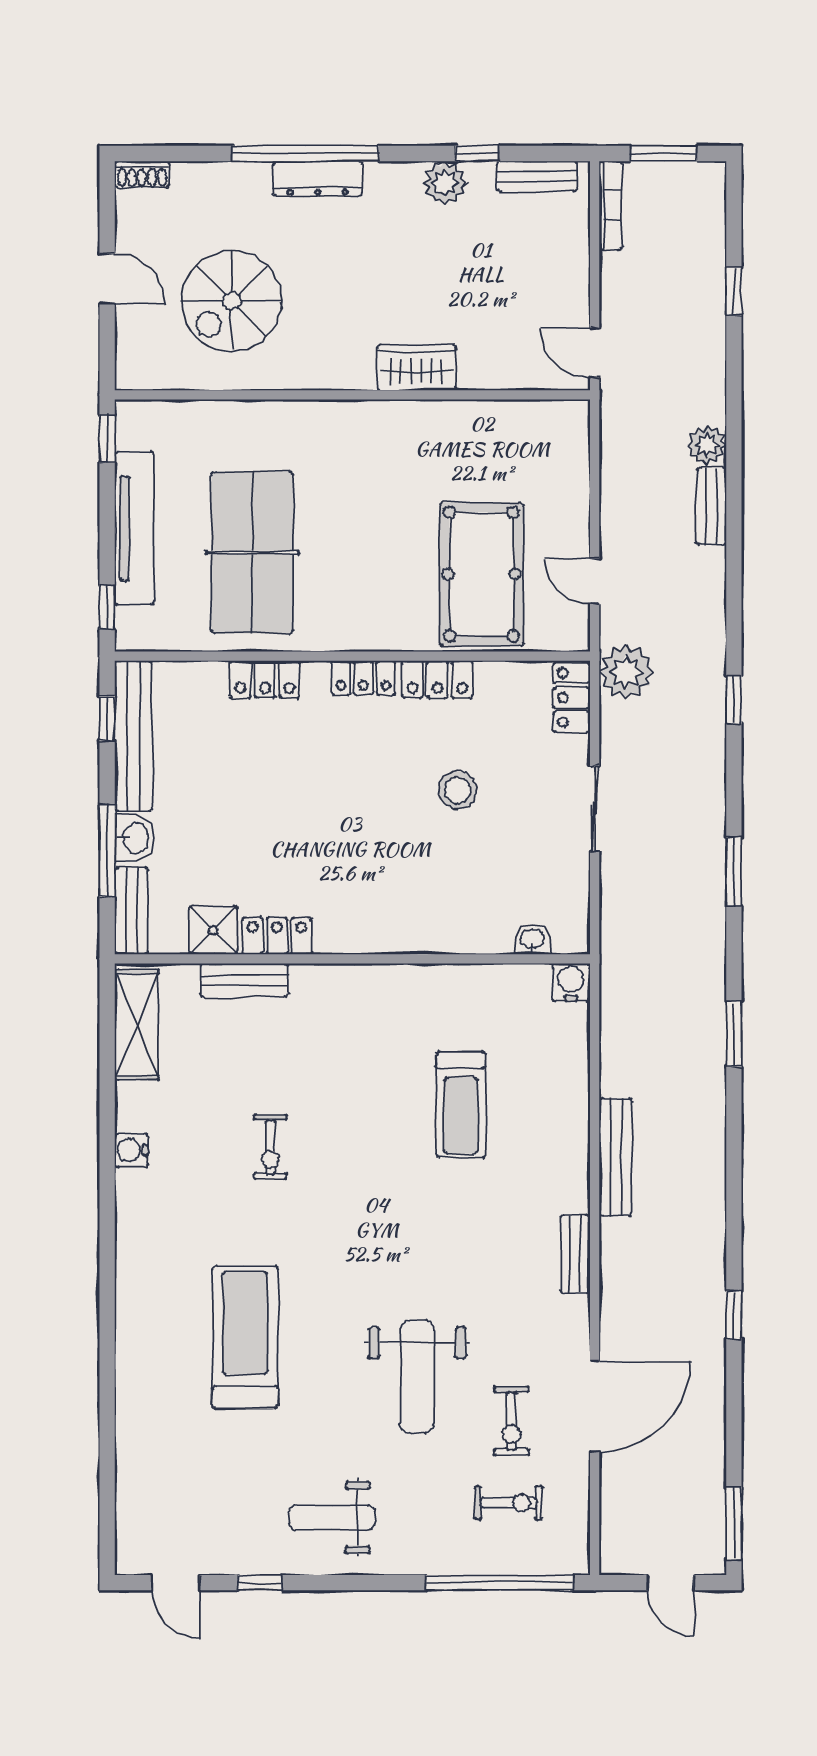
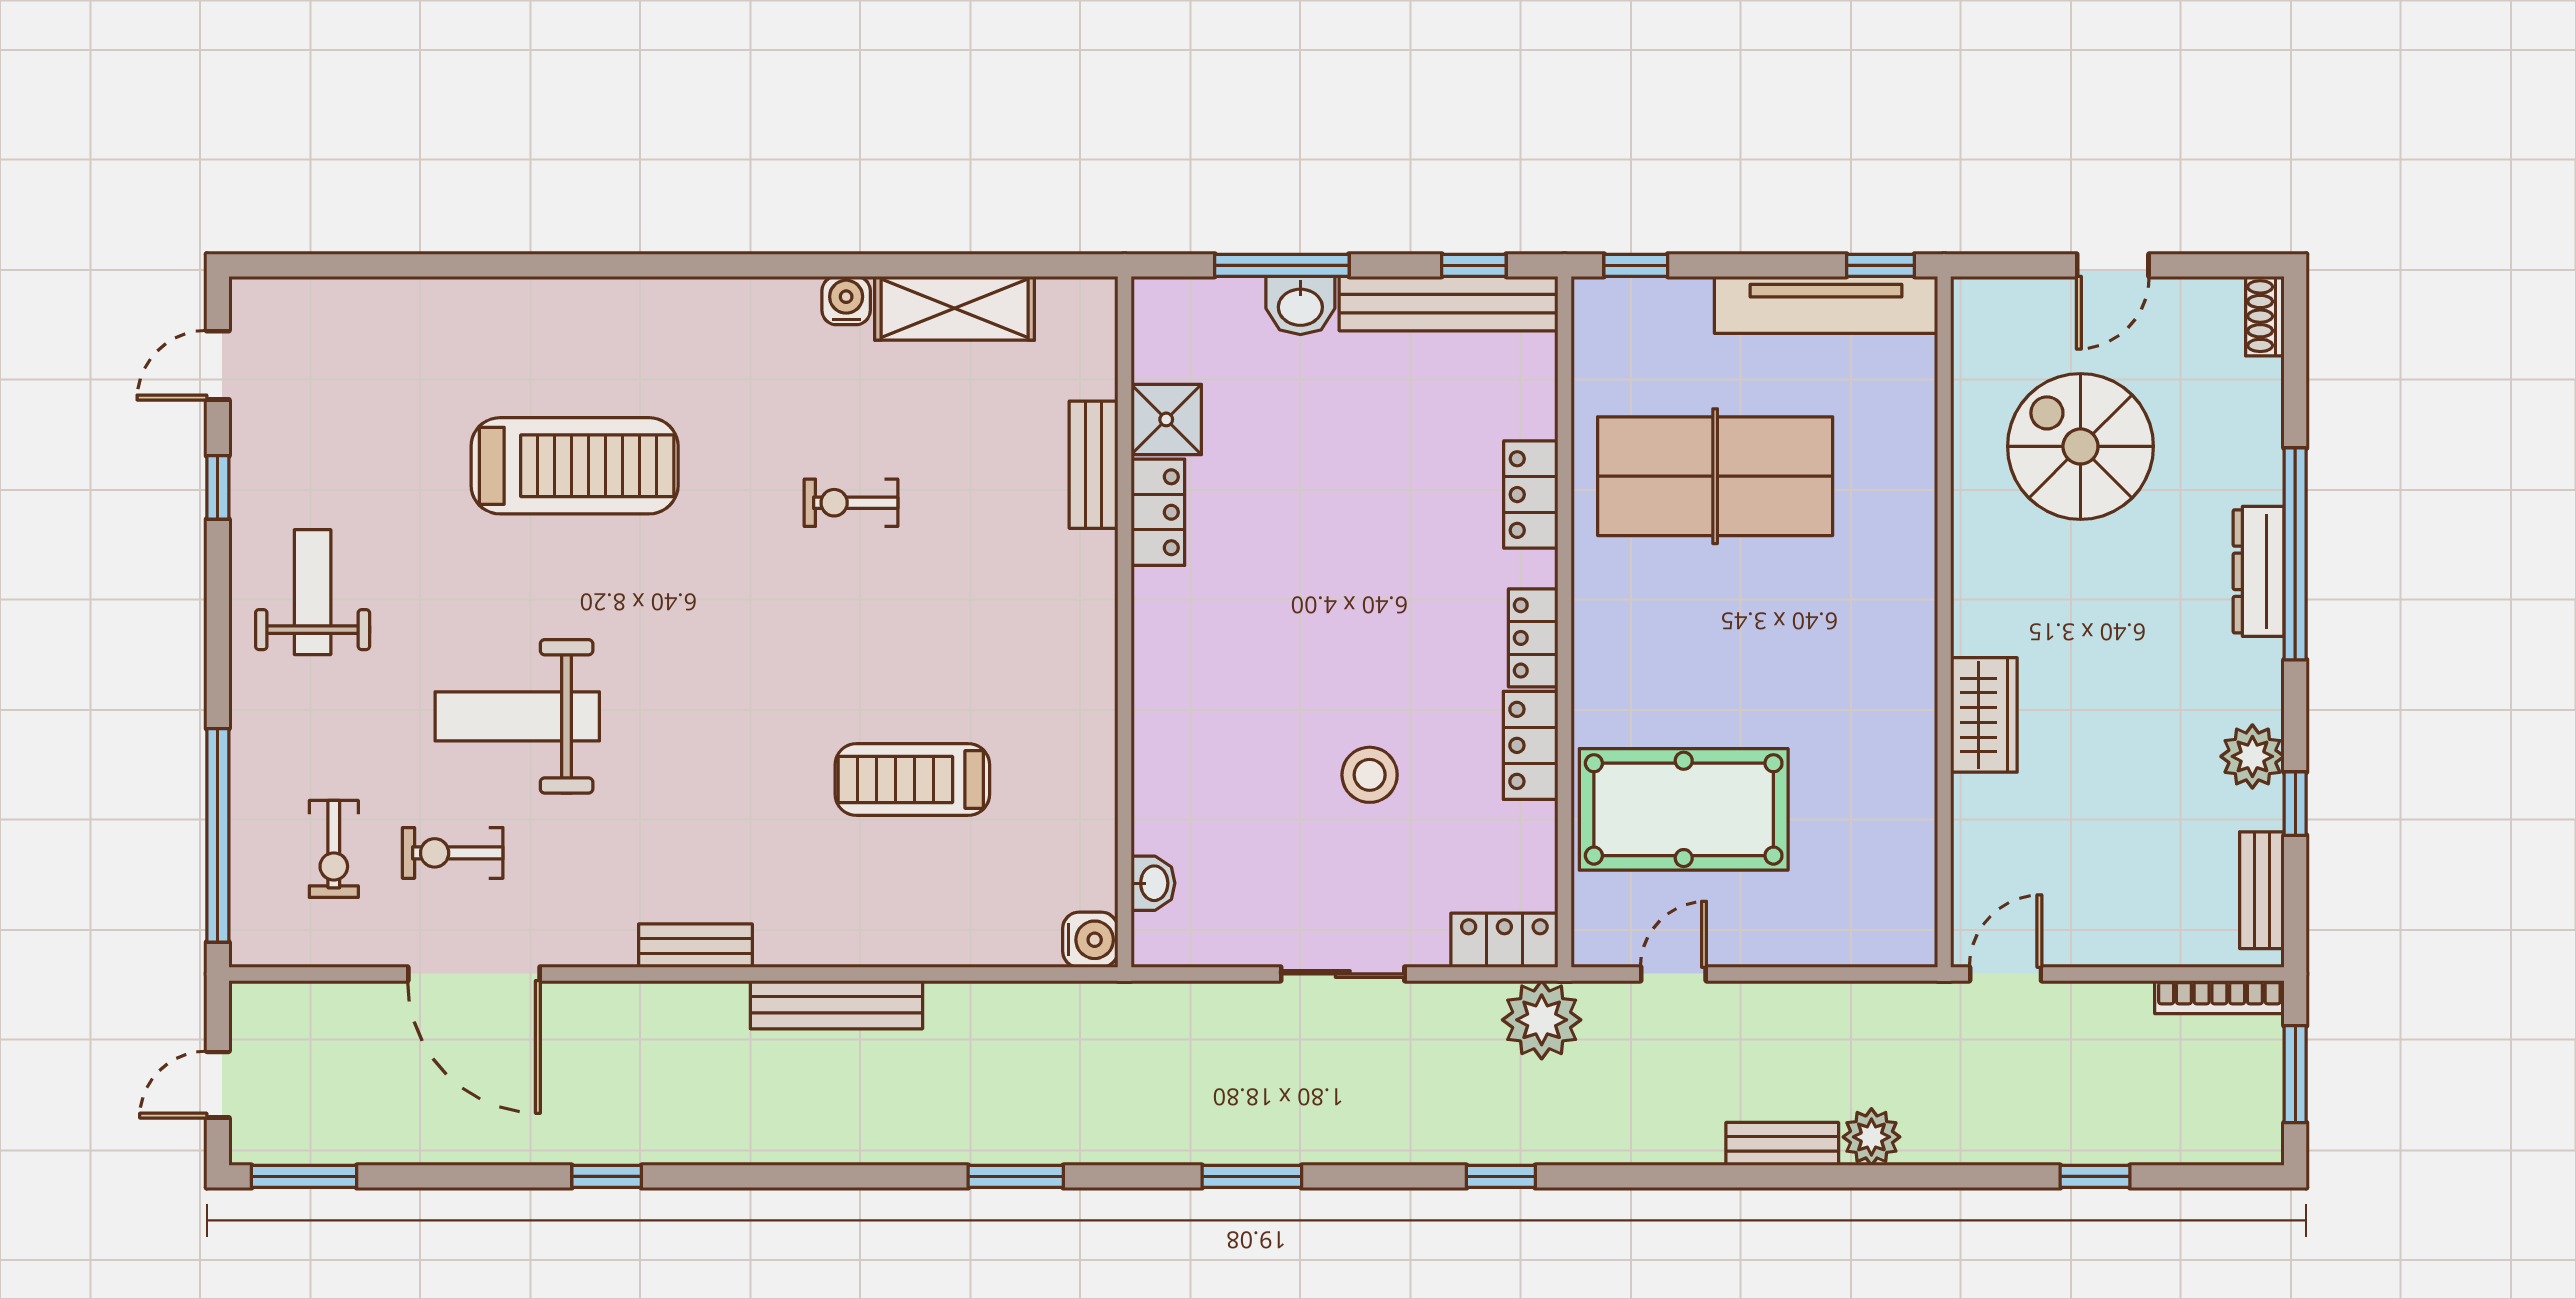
tv unit: (134, 528) -> (1826, 305), moved
bench: (131, 911) -> (1194, 300), removed
shelving: (137, 1025) -> (955, 308), moved

